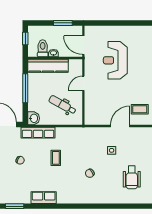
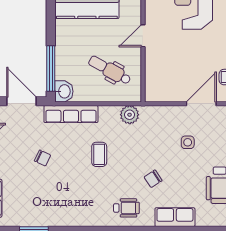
window: (25, 88) -> (51, 68), moved
plant: (75, 133) -> (130, 115), added
wheelchair: (73, 192) -> (126, 208), added
row of seats: (44, 198) -> (175, 217), moved

